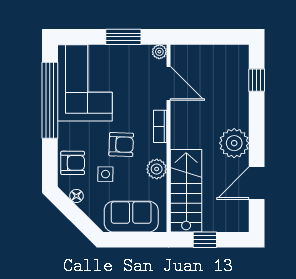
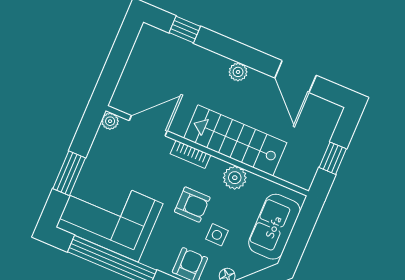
window: (123, 37) -> (69, 173), moved
plant: (234, 143) -> (238, 72), width x0.53, depth x0.53
armchair: (121, 145) -> (192, 205), turned 88
stairs: (186, 191) -> (235, 140), moved

